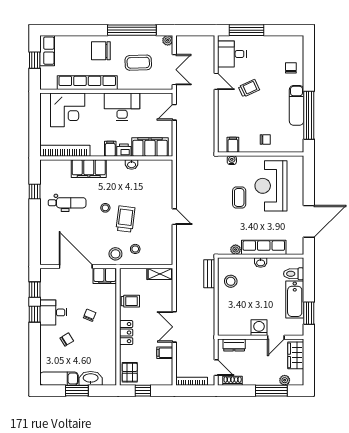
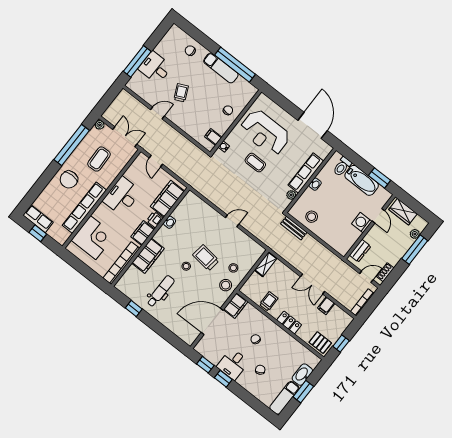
desk: (232, 54) -> (155, 68), moved, turned 90
filing cabinet: (110, 149) -> (143, 233), width x2.00

